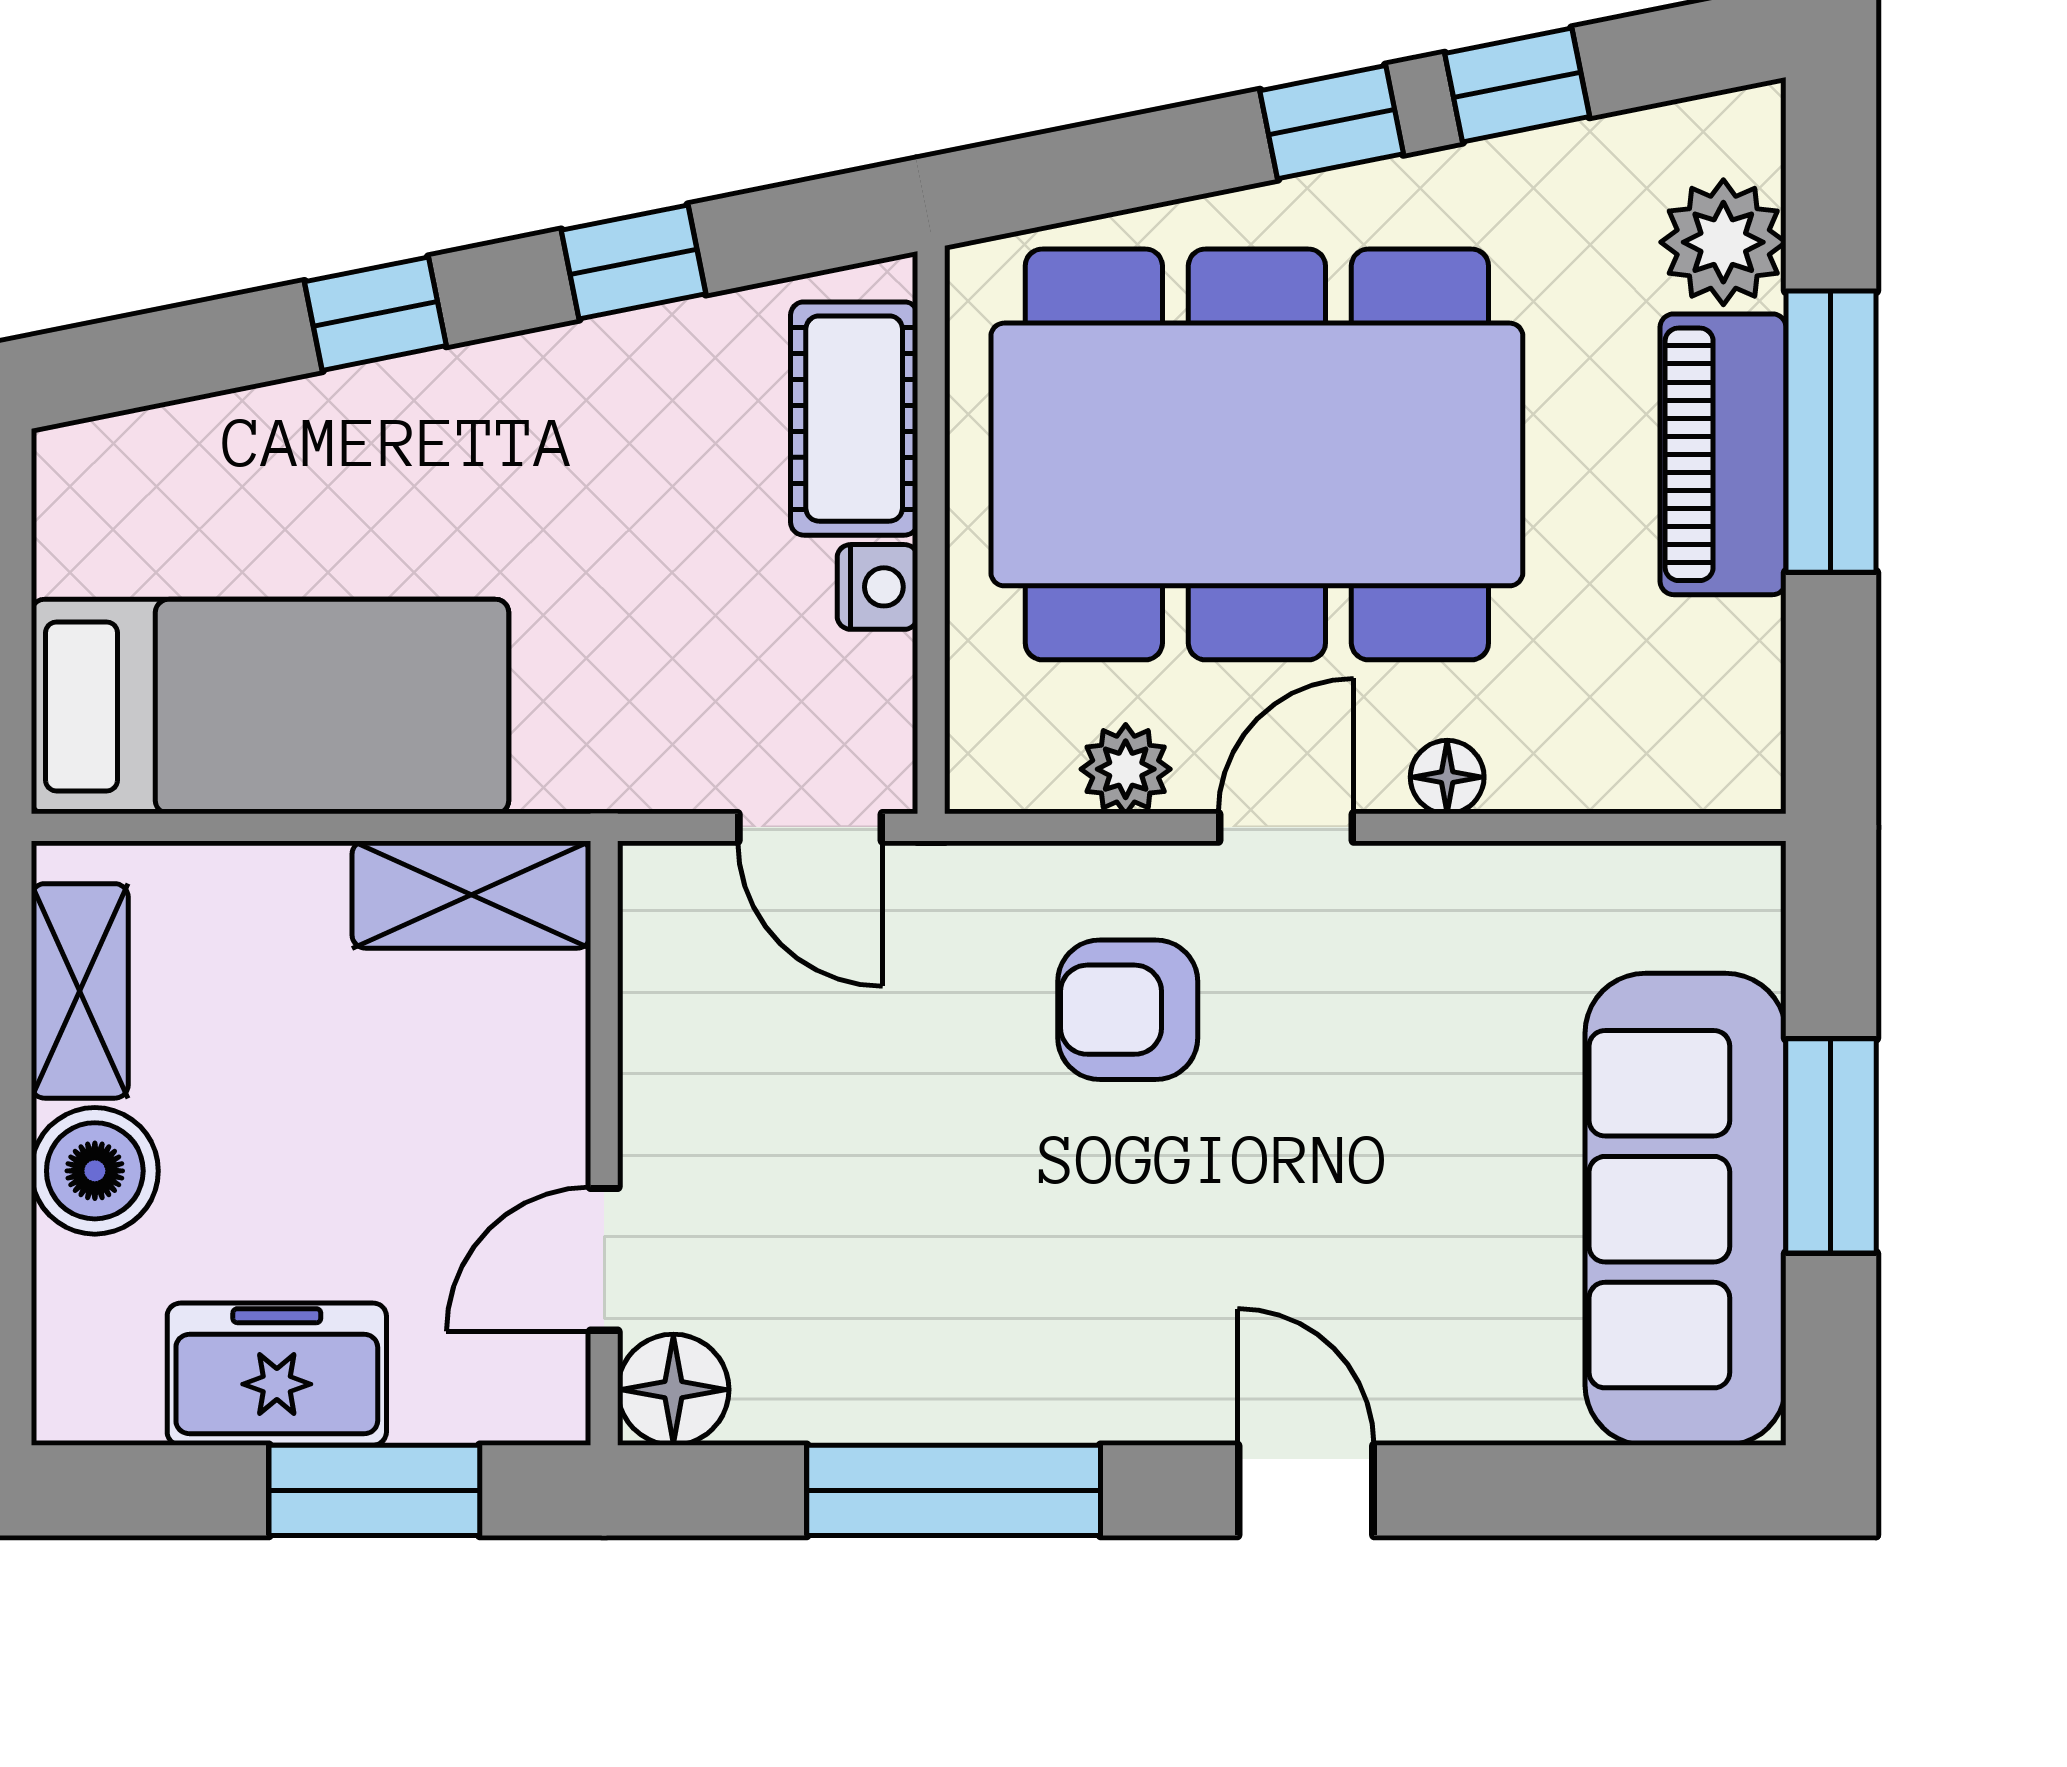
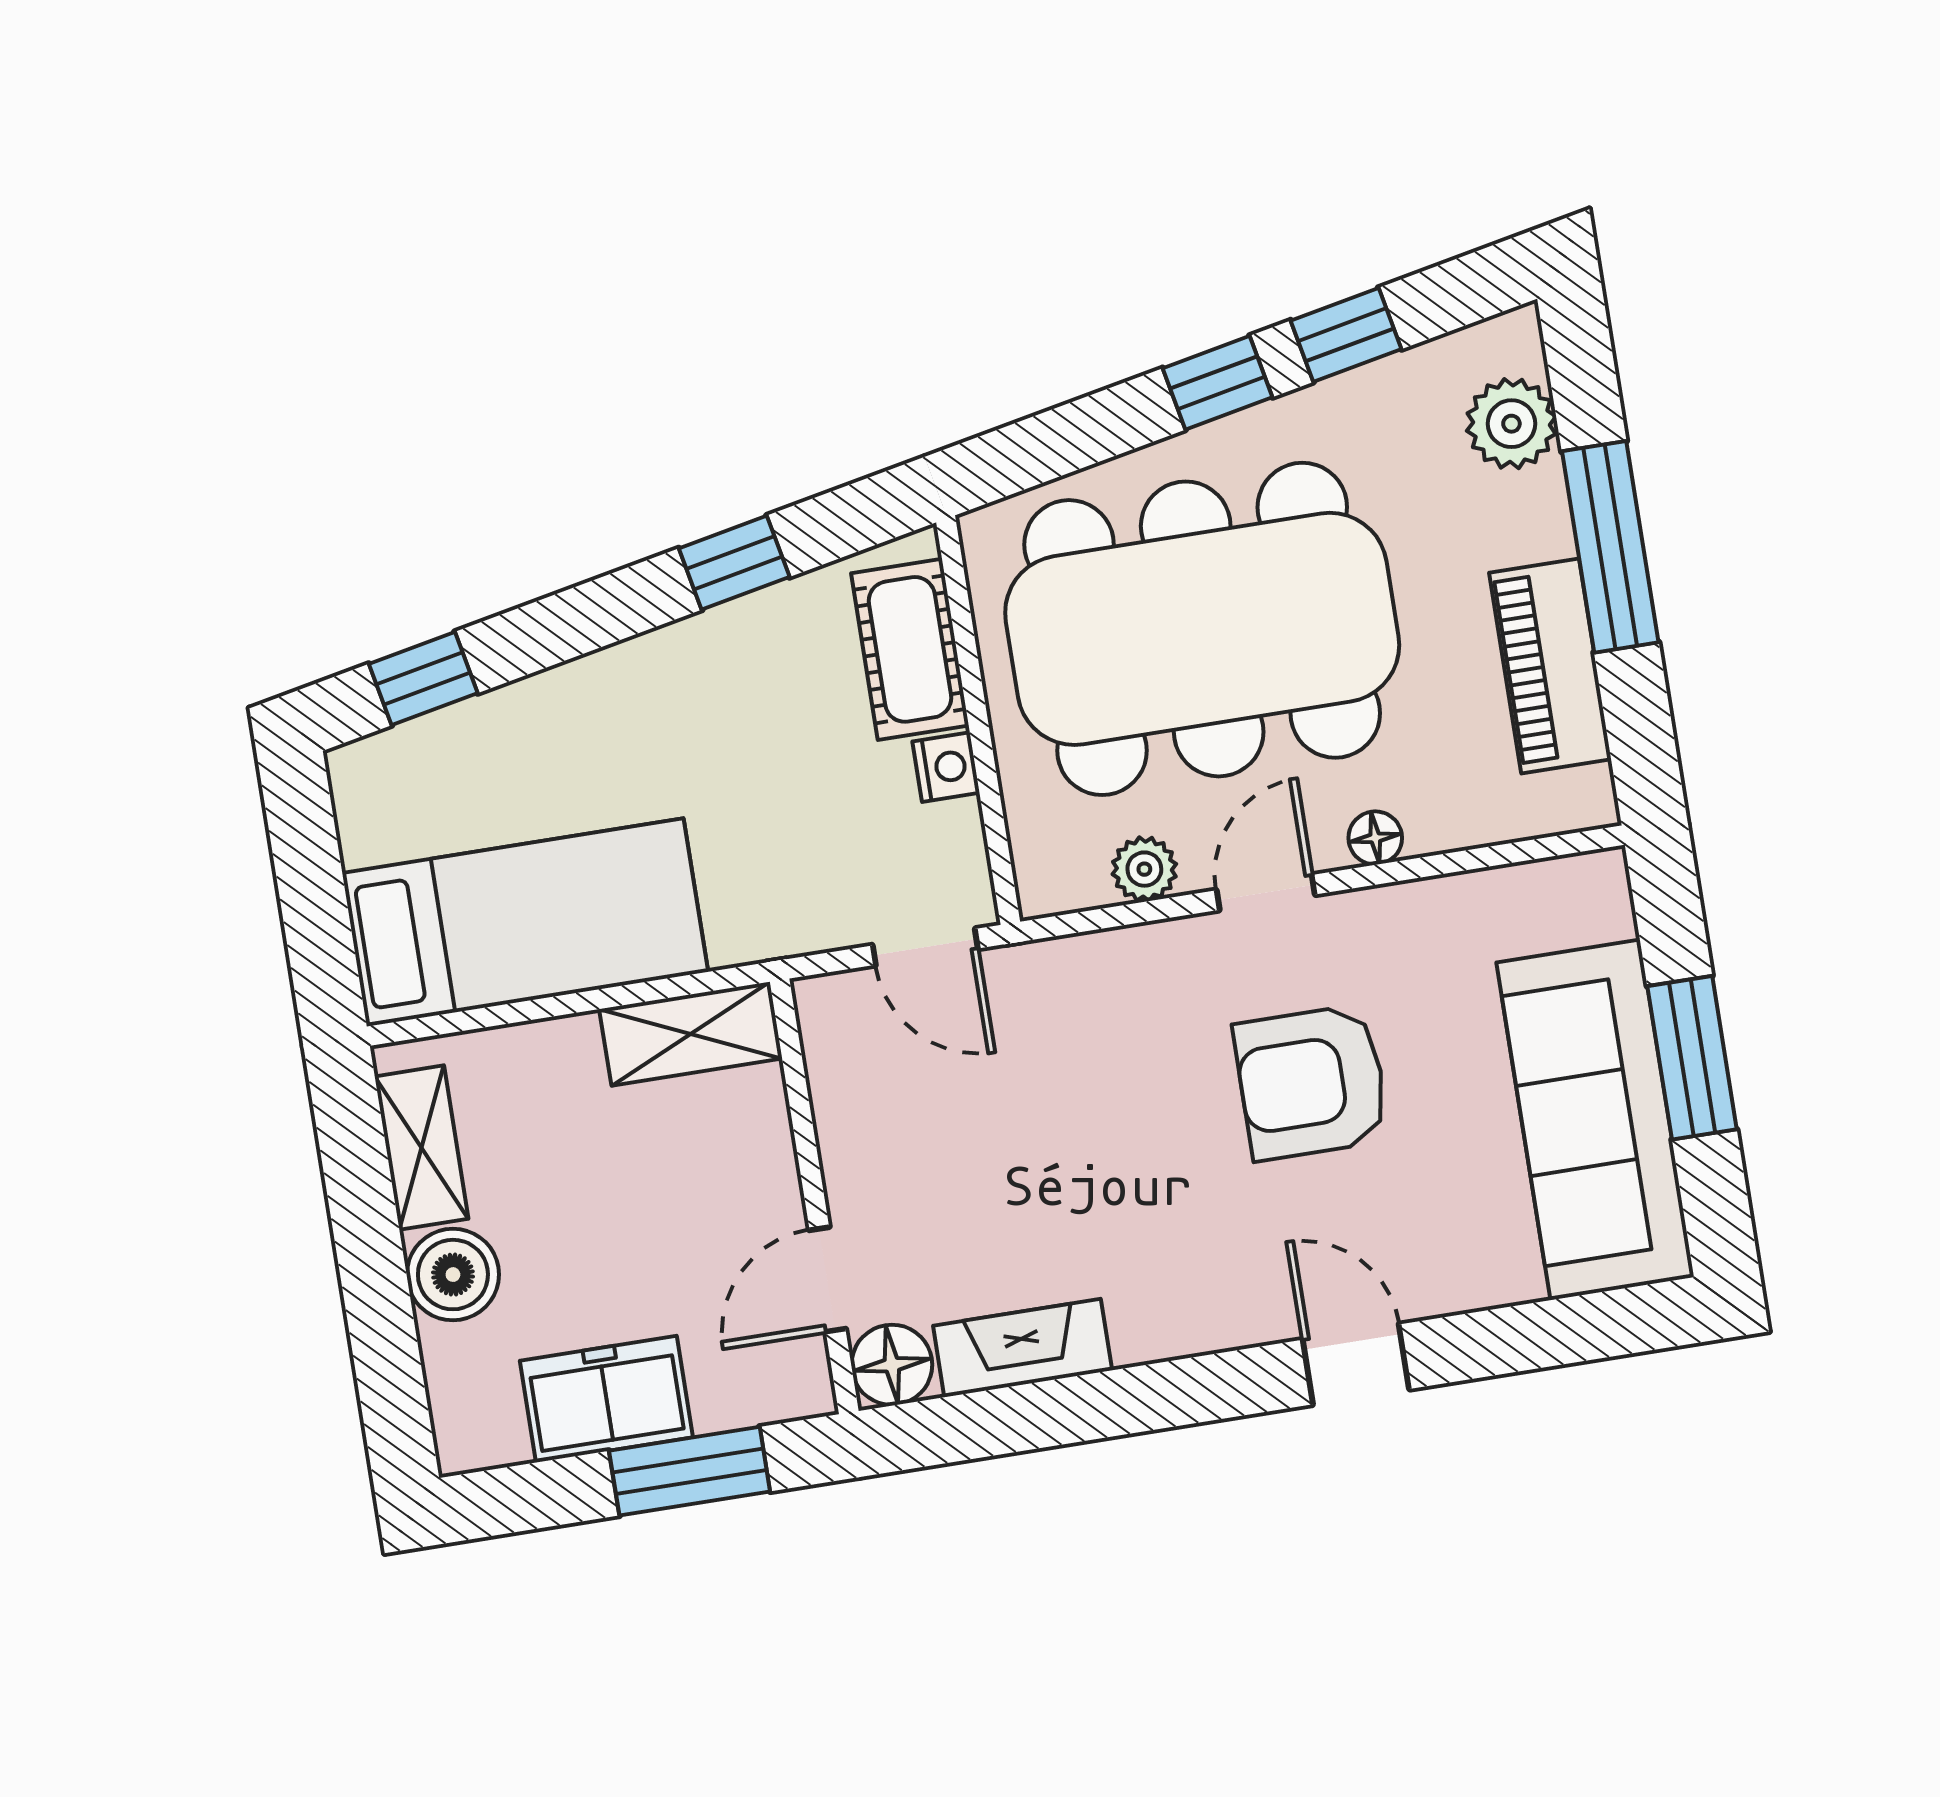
window: (375, 314) -> (423, 679), moved
piano: (1723, 454) -> (1550, 666), moved
armchair: (1128, 1010) -> (1312, 1082), moved, width x1.38, depth x1.38
fireplace: (855, 1395) -> (1023, 1348), added
window: (954, 1490) -> (1104, 1405), removed

